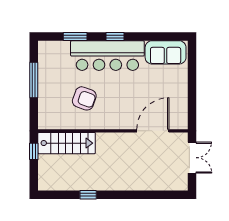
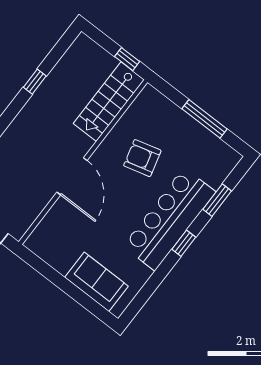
sofa: (166, 52) -> (97, 282), moved, turned 90
armchair: (84, 98) -> (142, 158), turned 55
door: (153, 131) -> (72, 176), moved

